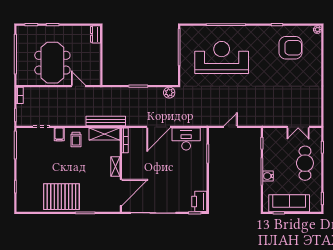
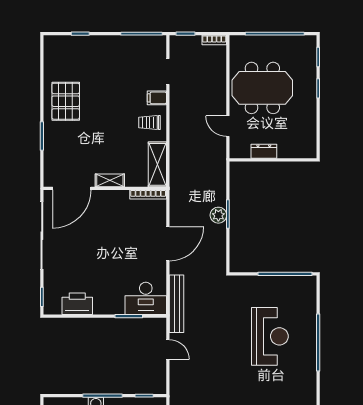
dresser: (95, 34) -> (264, 151), moved
reception desk: (222, 57) -> (270, 336), width x0.74, depth x0.77
door: (78, 86) -> (228, 126), swing flipped
plant: (169, 93) -> (218, 215), moved
bench: (106, 121) -> (177, 304), moved
door: (158, 127) -> (168, 244), swing flipped
desk: (186, 139) -> (146, 298), moved, turned 90
door: (121, 192) -> (72, 188), hinge flipped
pallet: (61, 197) -> (66, 101), width x0.73, depth x0.71
printer: (199, 201) -> (77, 304), moved

